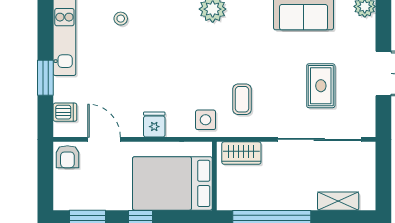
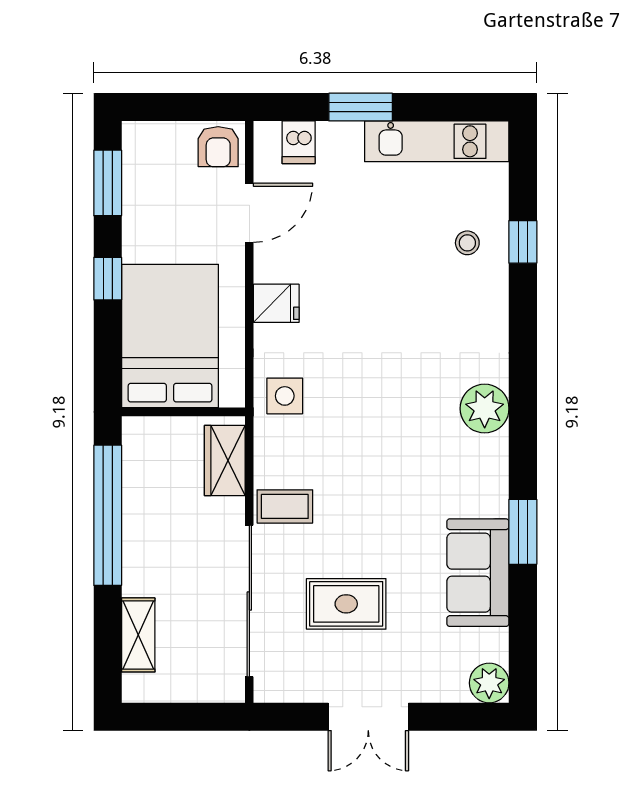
coffee table: (242, 99) -> (285, 506), moved
armchair: (67, 157) -> (218, 147), turned -90

